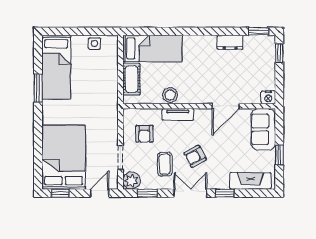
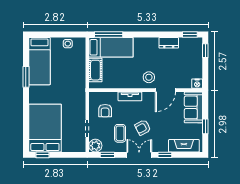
window: (149, 31) -> (109, 35), added
stool: (170, 95) -> (149, 77), moved
door: (100, 193) -> (72, 155), removed

